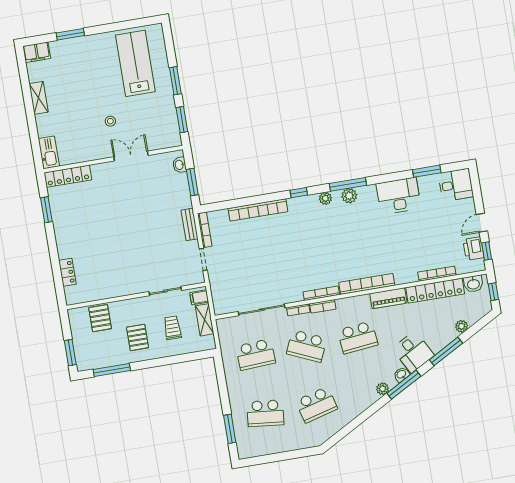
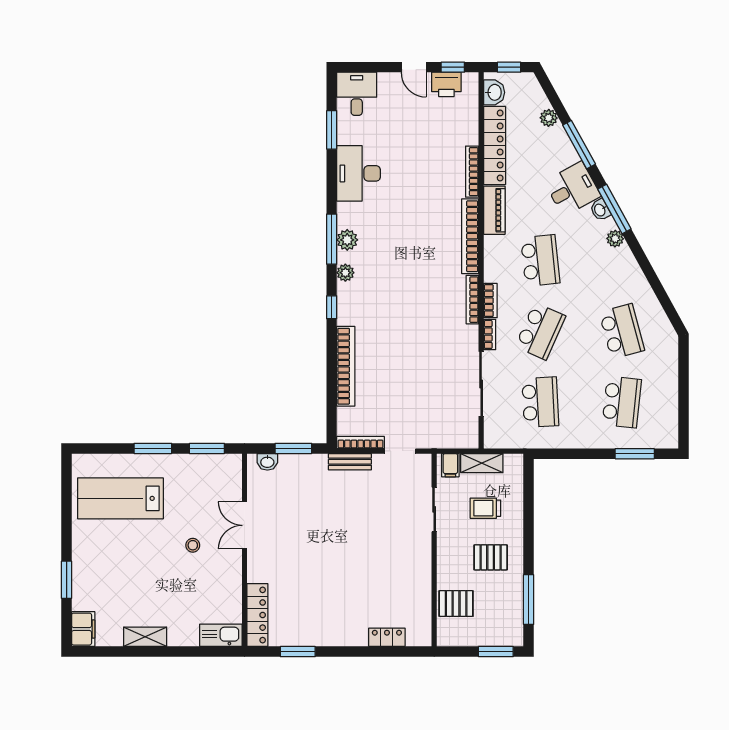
bookcase: (437, 274) -> (472, 172), moved

